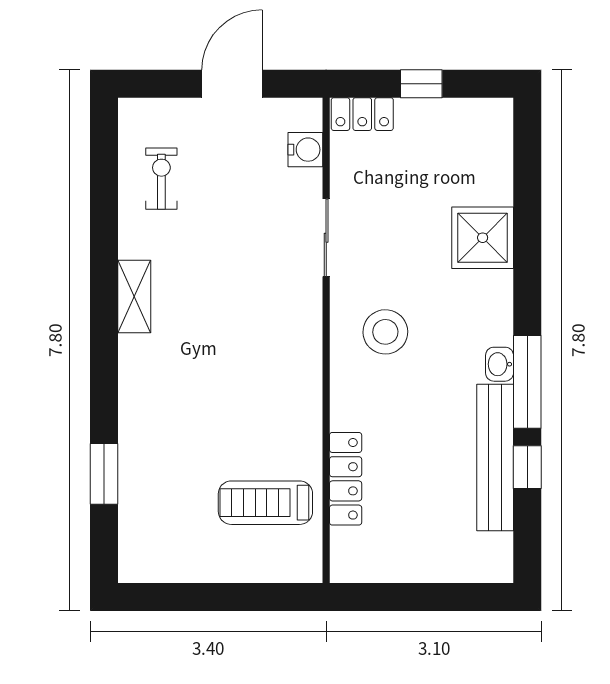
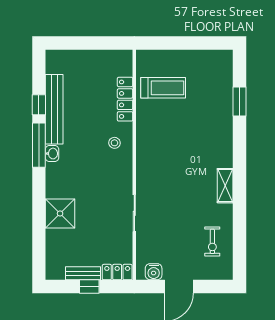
bench: (434, 112) -> (83, 273), added
water cooler: (305, 150) -> (154, 272), moved, turned -90
stool: (385, 332) -> (114, 143), moved, width x0.53, depth x0.53

